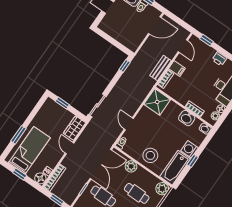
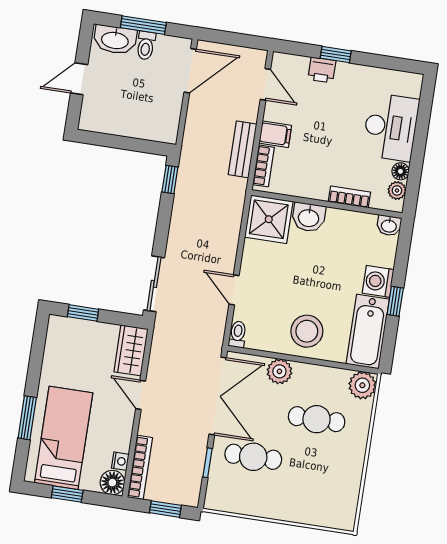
window: (206, 40) -> (336, 55), moved
printer: (219, 59) -> (322, 70), moved
washbasin: (187, 118) -> (309, 217), moved

